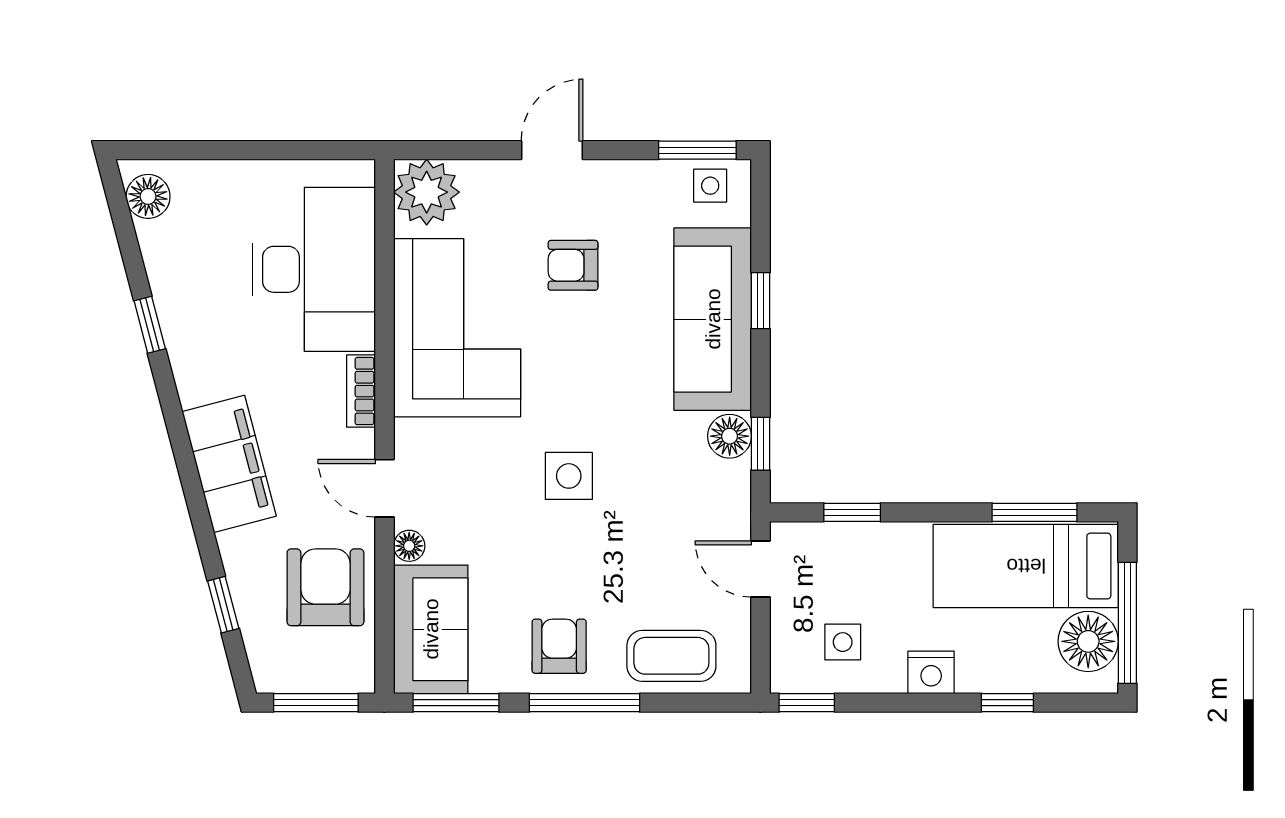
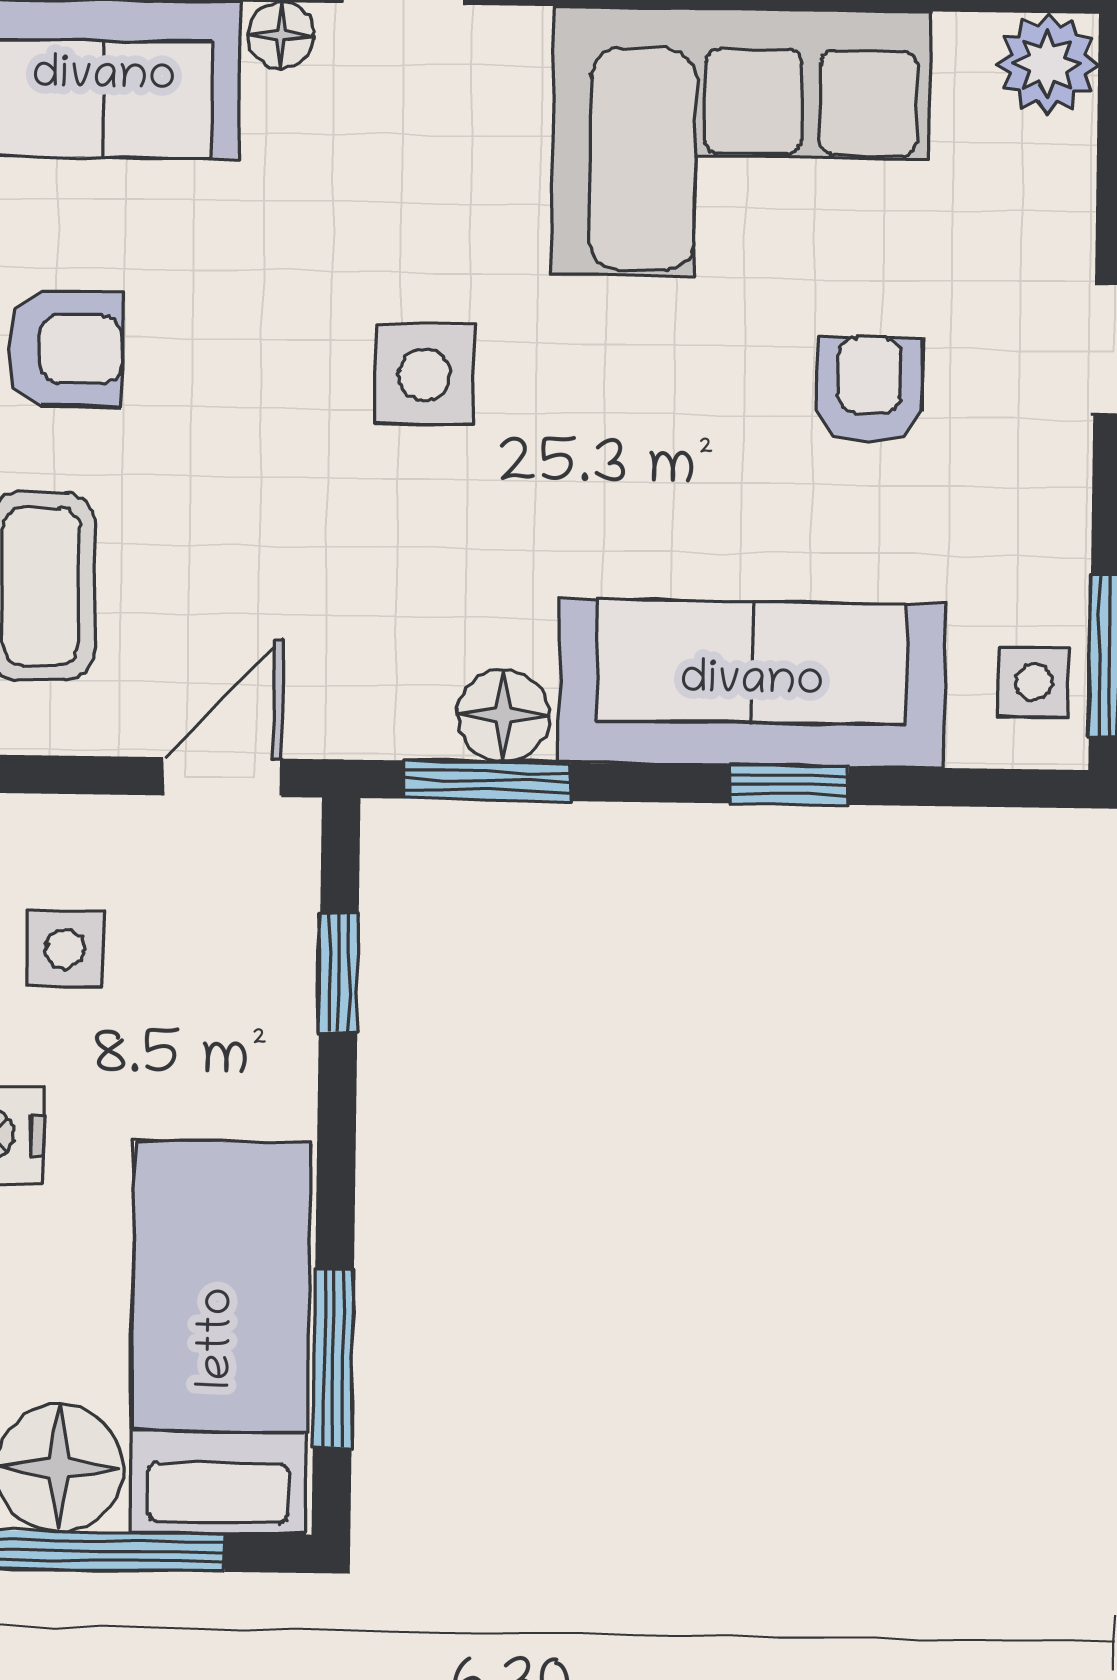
plant: (427, 192) -> (1047, 64), width x0.73, depth x0.73
window: (760, 444) -> (487, 781), width x1.50

